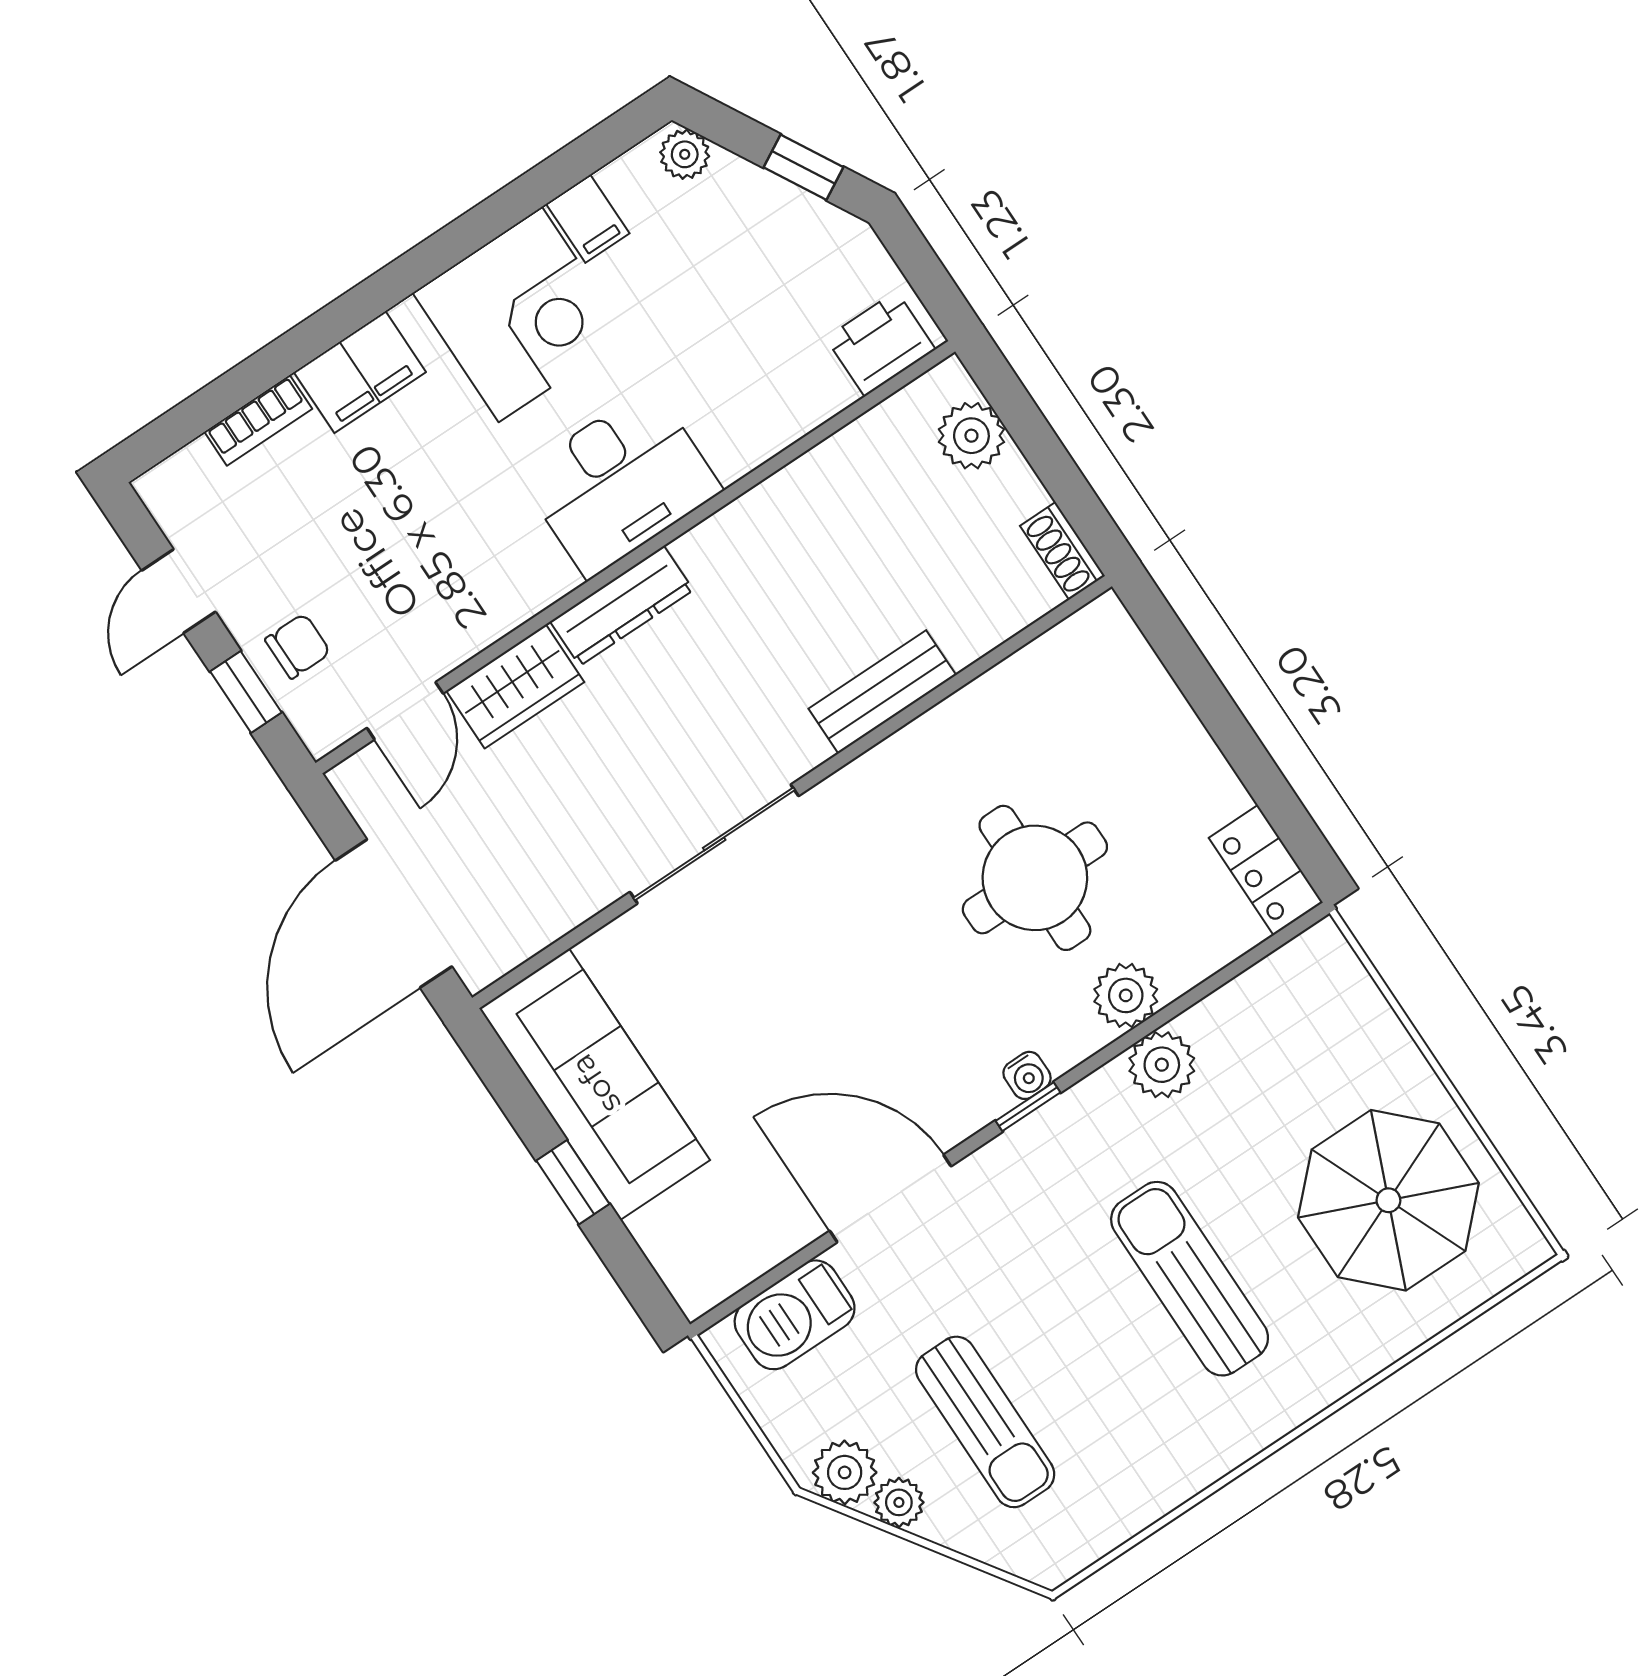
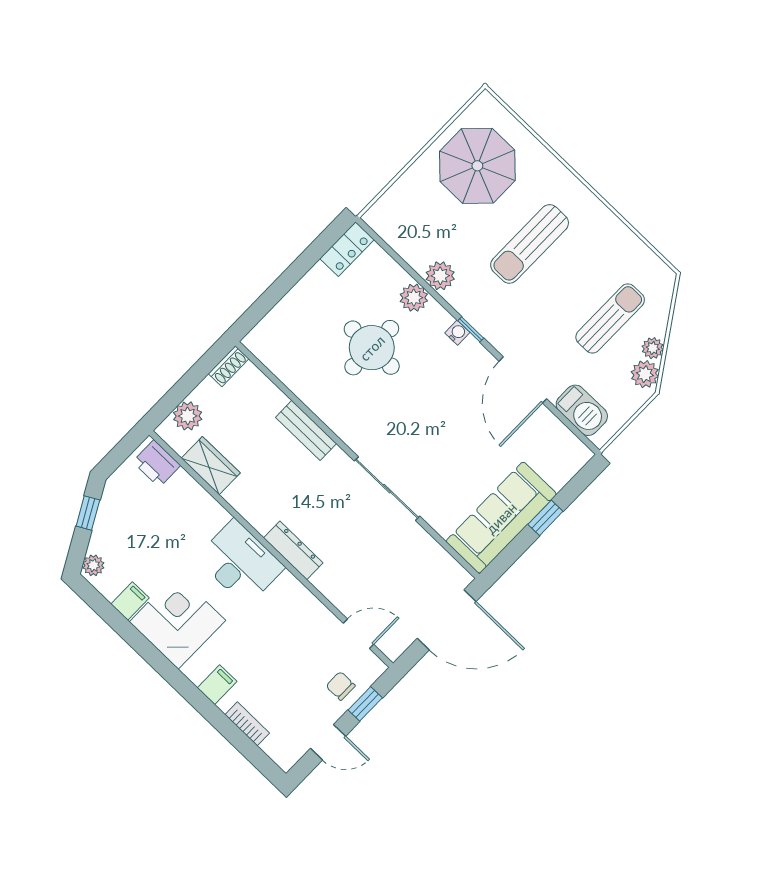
filing cabinet: (360, 372) -> (217, 685), width x0.50
wardrobe: (515, 686) -> (211, 466), moved

